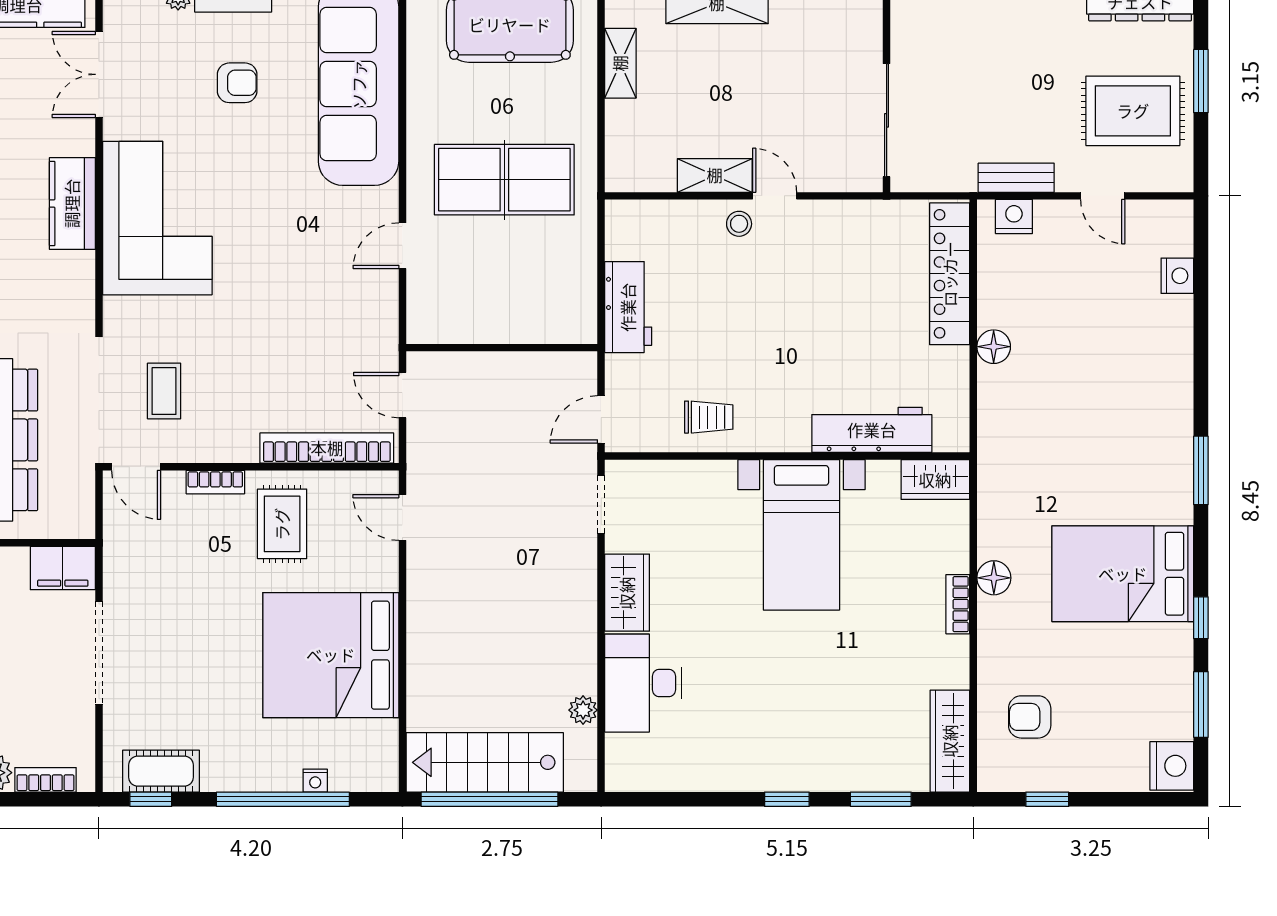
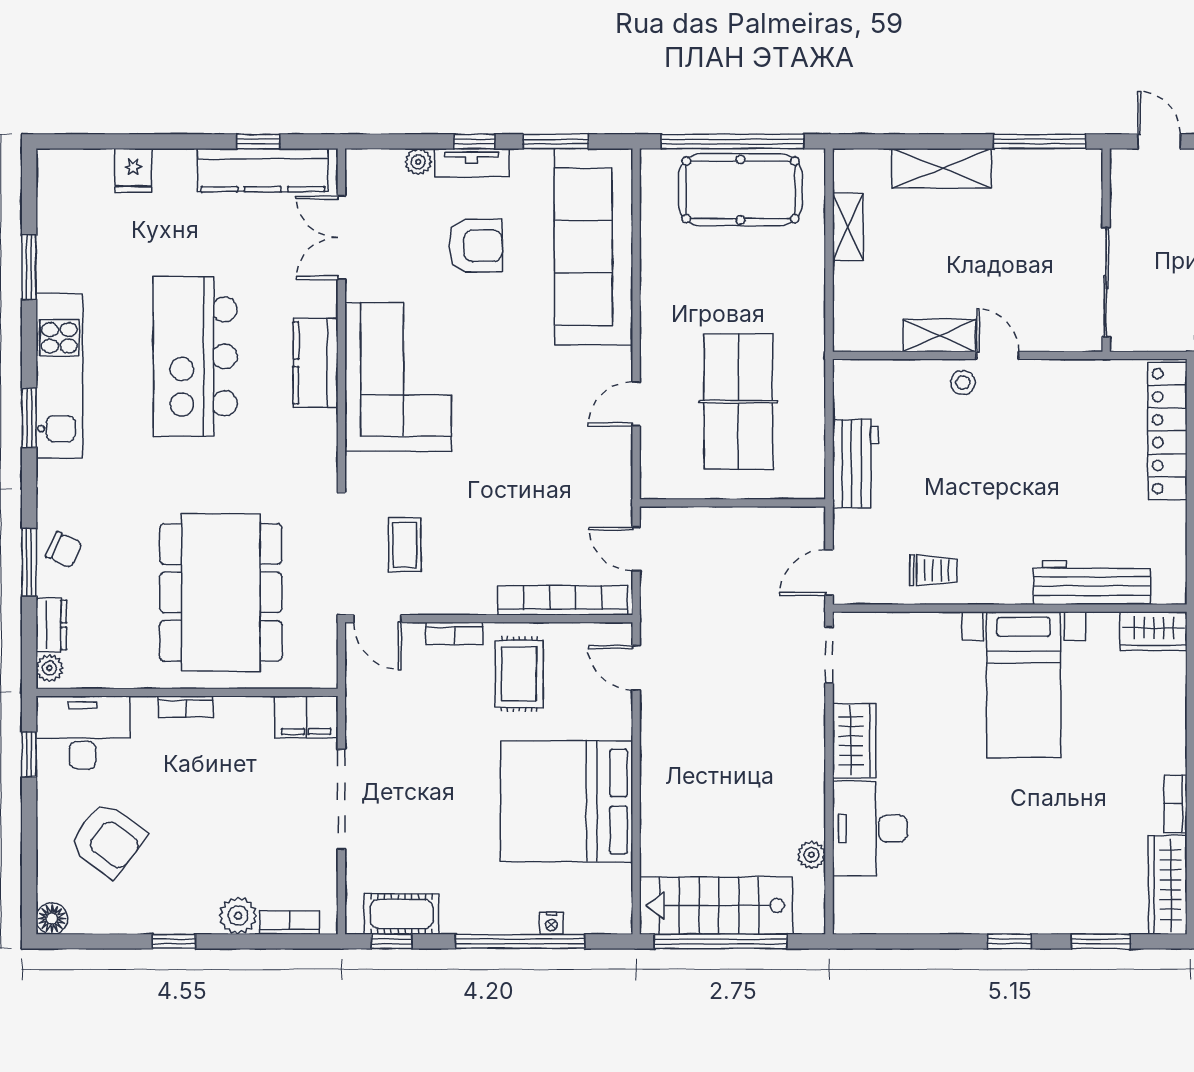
armchair: (237, 83) -> (476, 246), width x1.38, depth x1.38
table tennis table: (504, 180) -> (738, 402), moved, turned 90
bookcase: (958, 604) -> (1175, 804), moved

